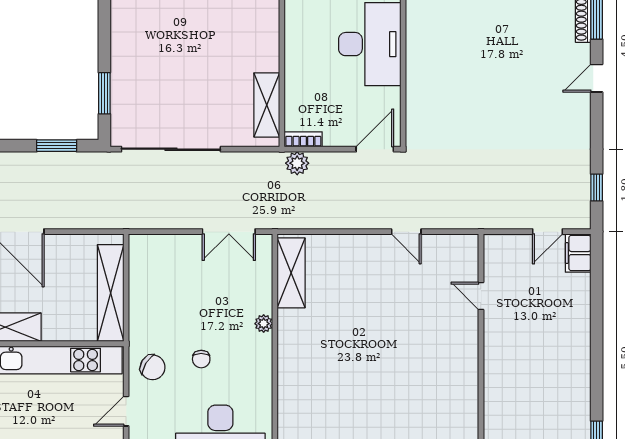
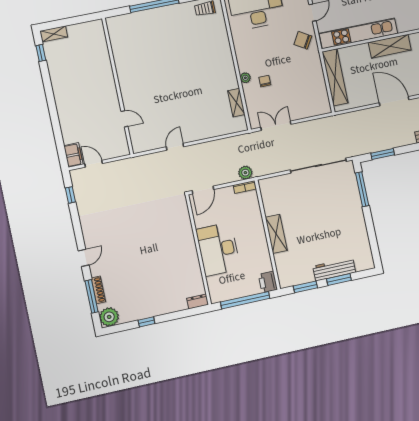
window: (104, 93) -> (362, 189), width x1.44
shelving: (267, 105) -> (276, 234), moved
door: (406, 232) -> (175, 147), hinge flipped
door: (547, 232) -> (94, 164), hinge flipped
shelving: (291, 273) -> (236, 103), width x0.67, depth x0.75
chair: (201, 359) -> (265, 81), moved

